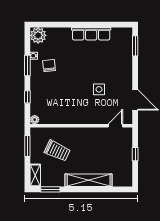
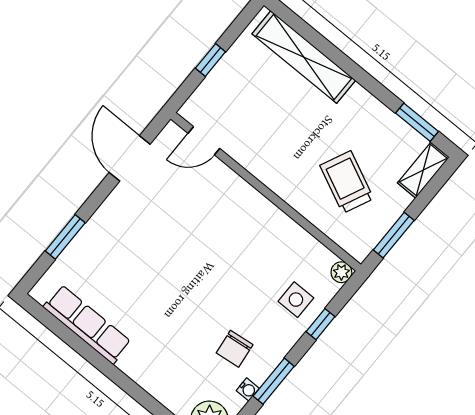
row of seats: (91, 34) -> (87, 324), moved
window: (135, 46) -> (65, 237), moved
side table: (99, 89) -> (296, 300), moved
shelving: (89, 180) -> (304, 57), moved

